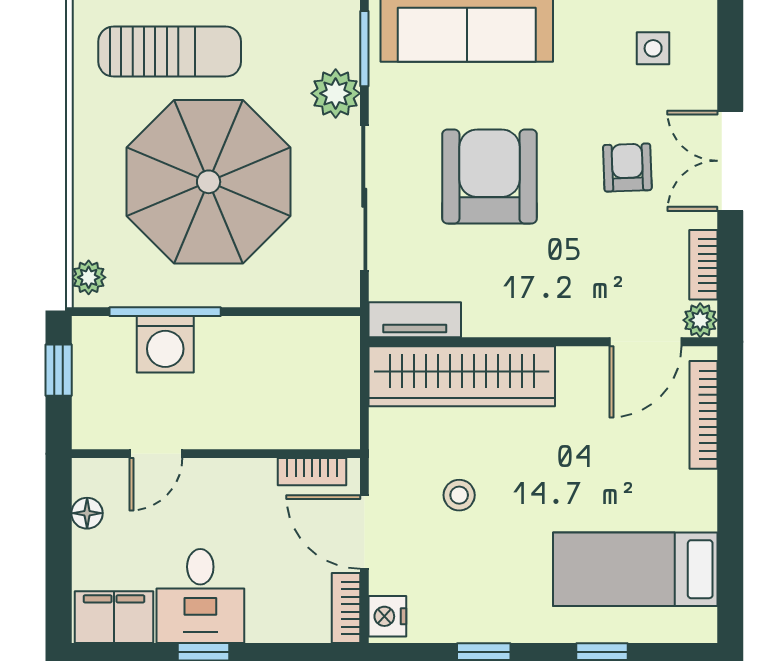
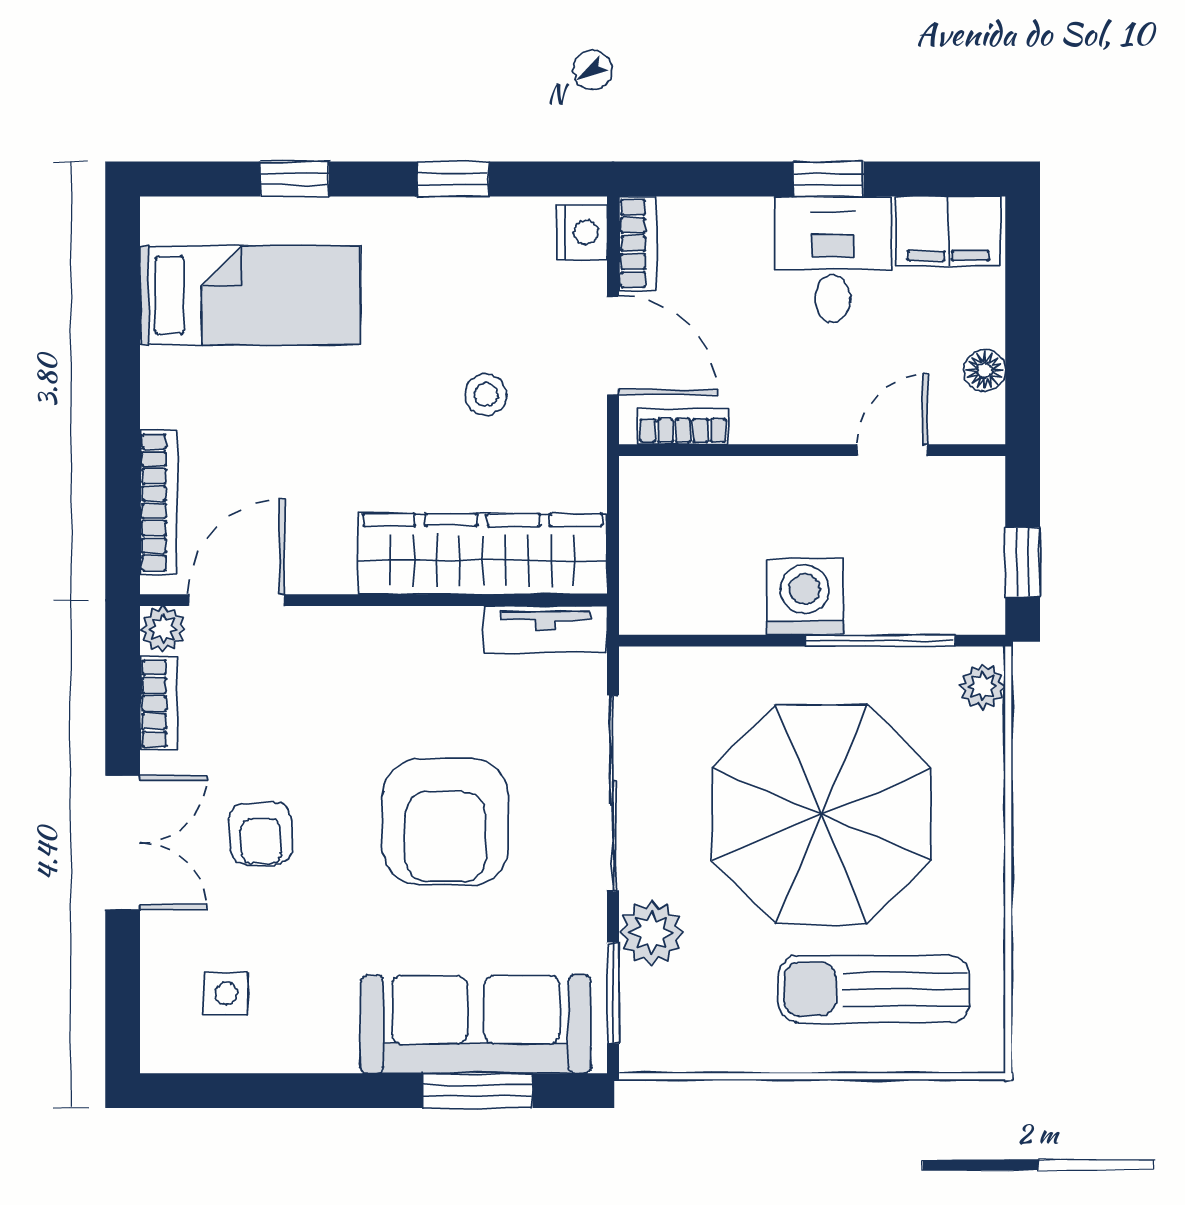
washing machine: (165, 344) -> (805, 597), moved

